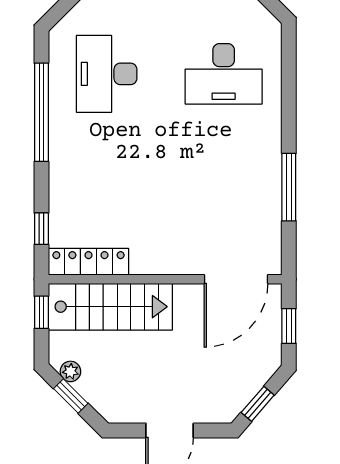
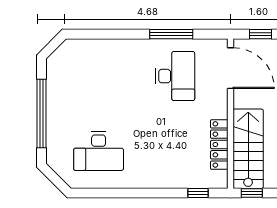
desk: (224, 74) -> (175, 76), moved
window: (41, 112) -> (123, 193), removed
locker: (88, 262) -> (219, 144), moved

